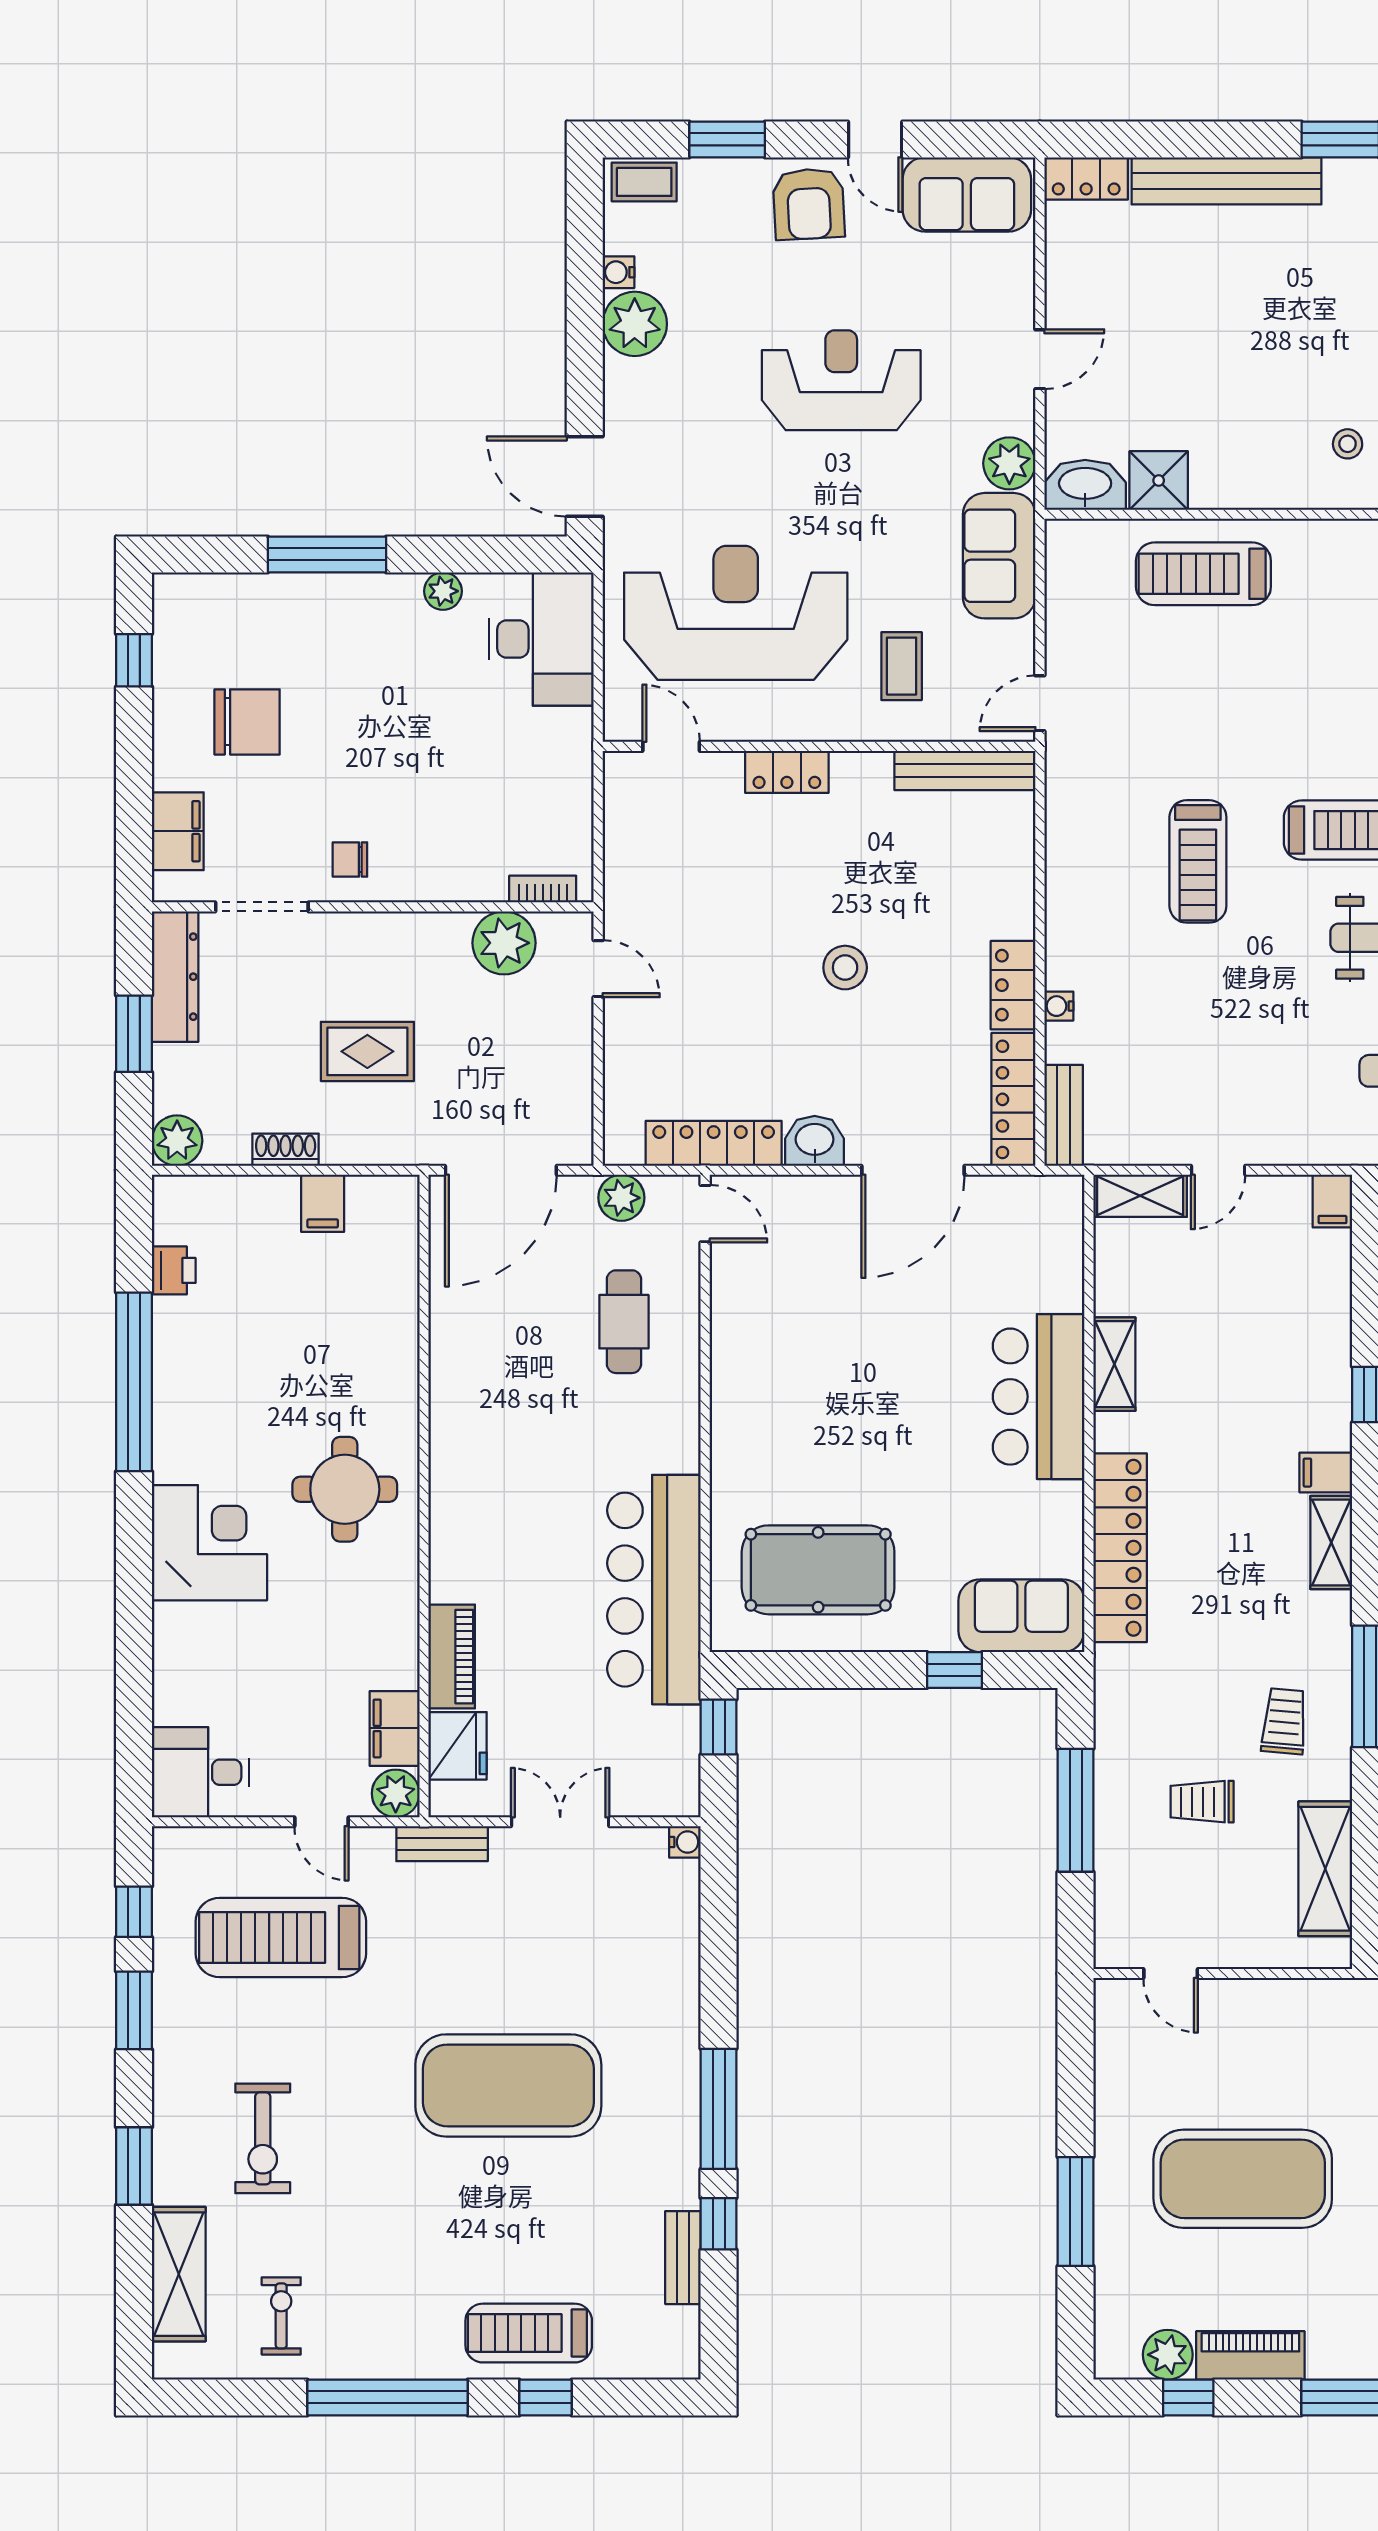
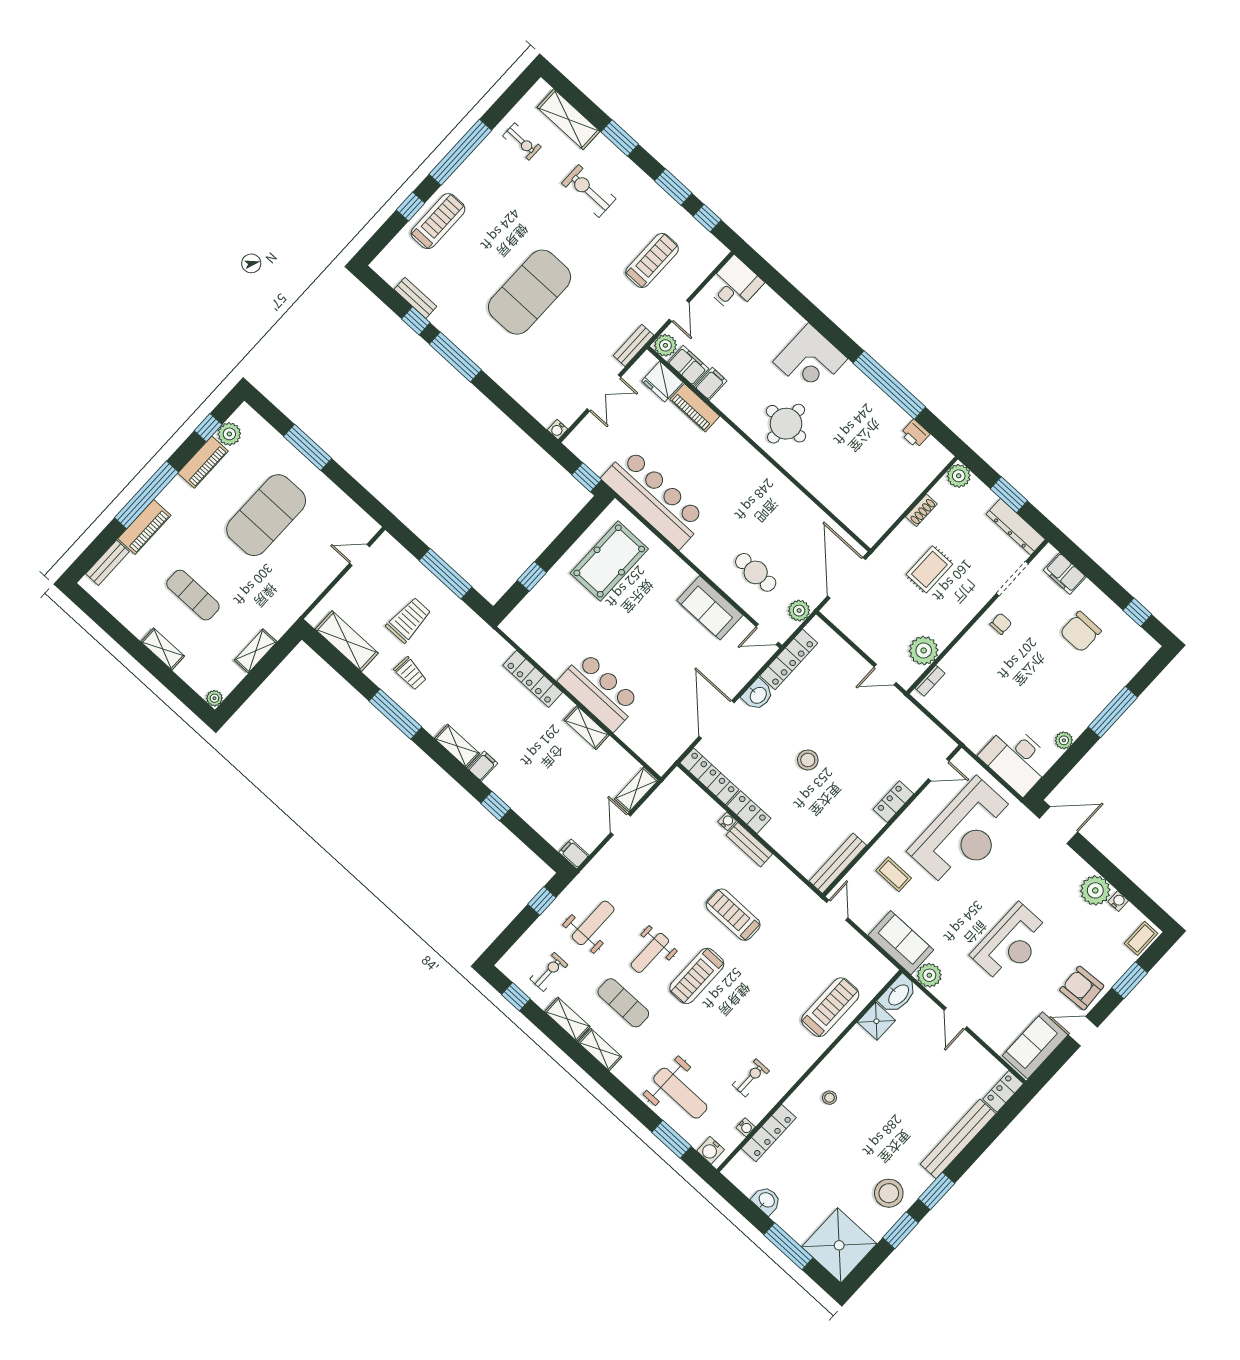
bench: (1064, 1115) -> (749, 845), moved
filing cabinet: (323, 1203) -> (711, 384), moved, turned 90
locker: (1120, 1548) -> (533, 679), width x0.71, depth x0.83
sofa: (1021, 1616) -> (710, 608), moved, turned 90
trolley: (1202, 1802) -> (409, 620), width x1.36, depth x1.39
door: (321, 1822) -> (679, 311), swing flipped
treadmill: (281, 1937) -> (652, 261), width x0.73, depth x0.73

